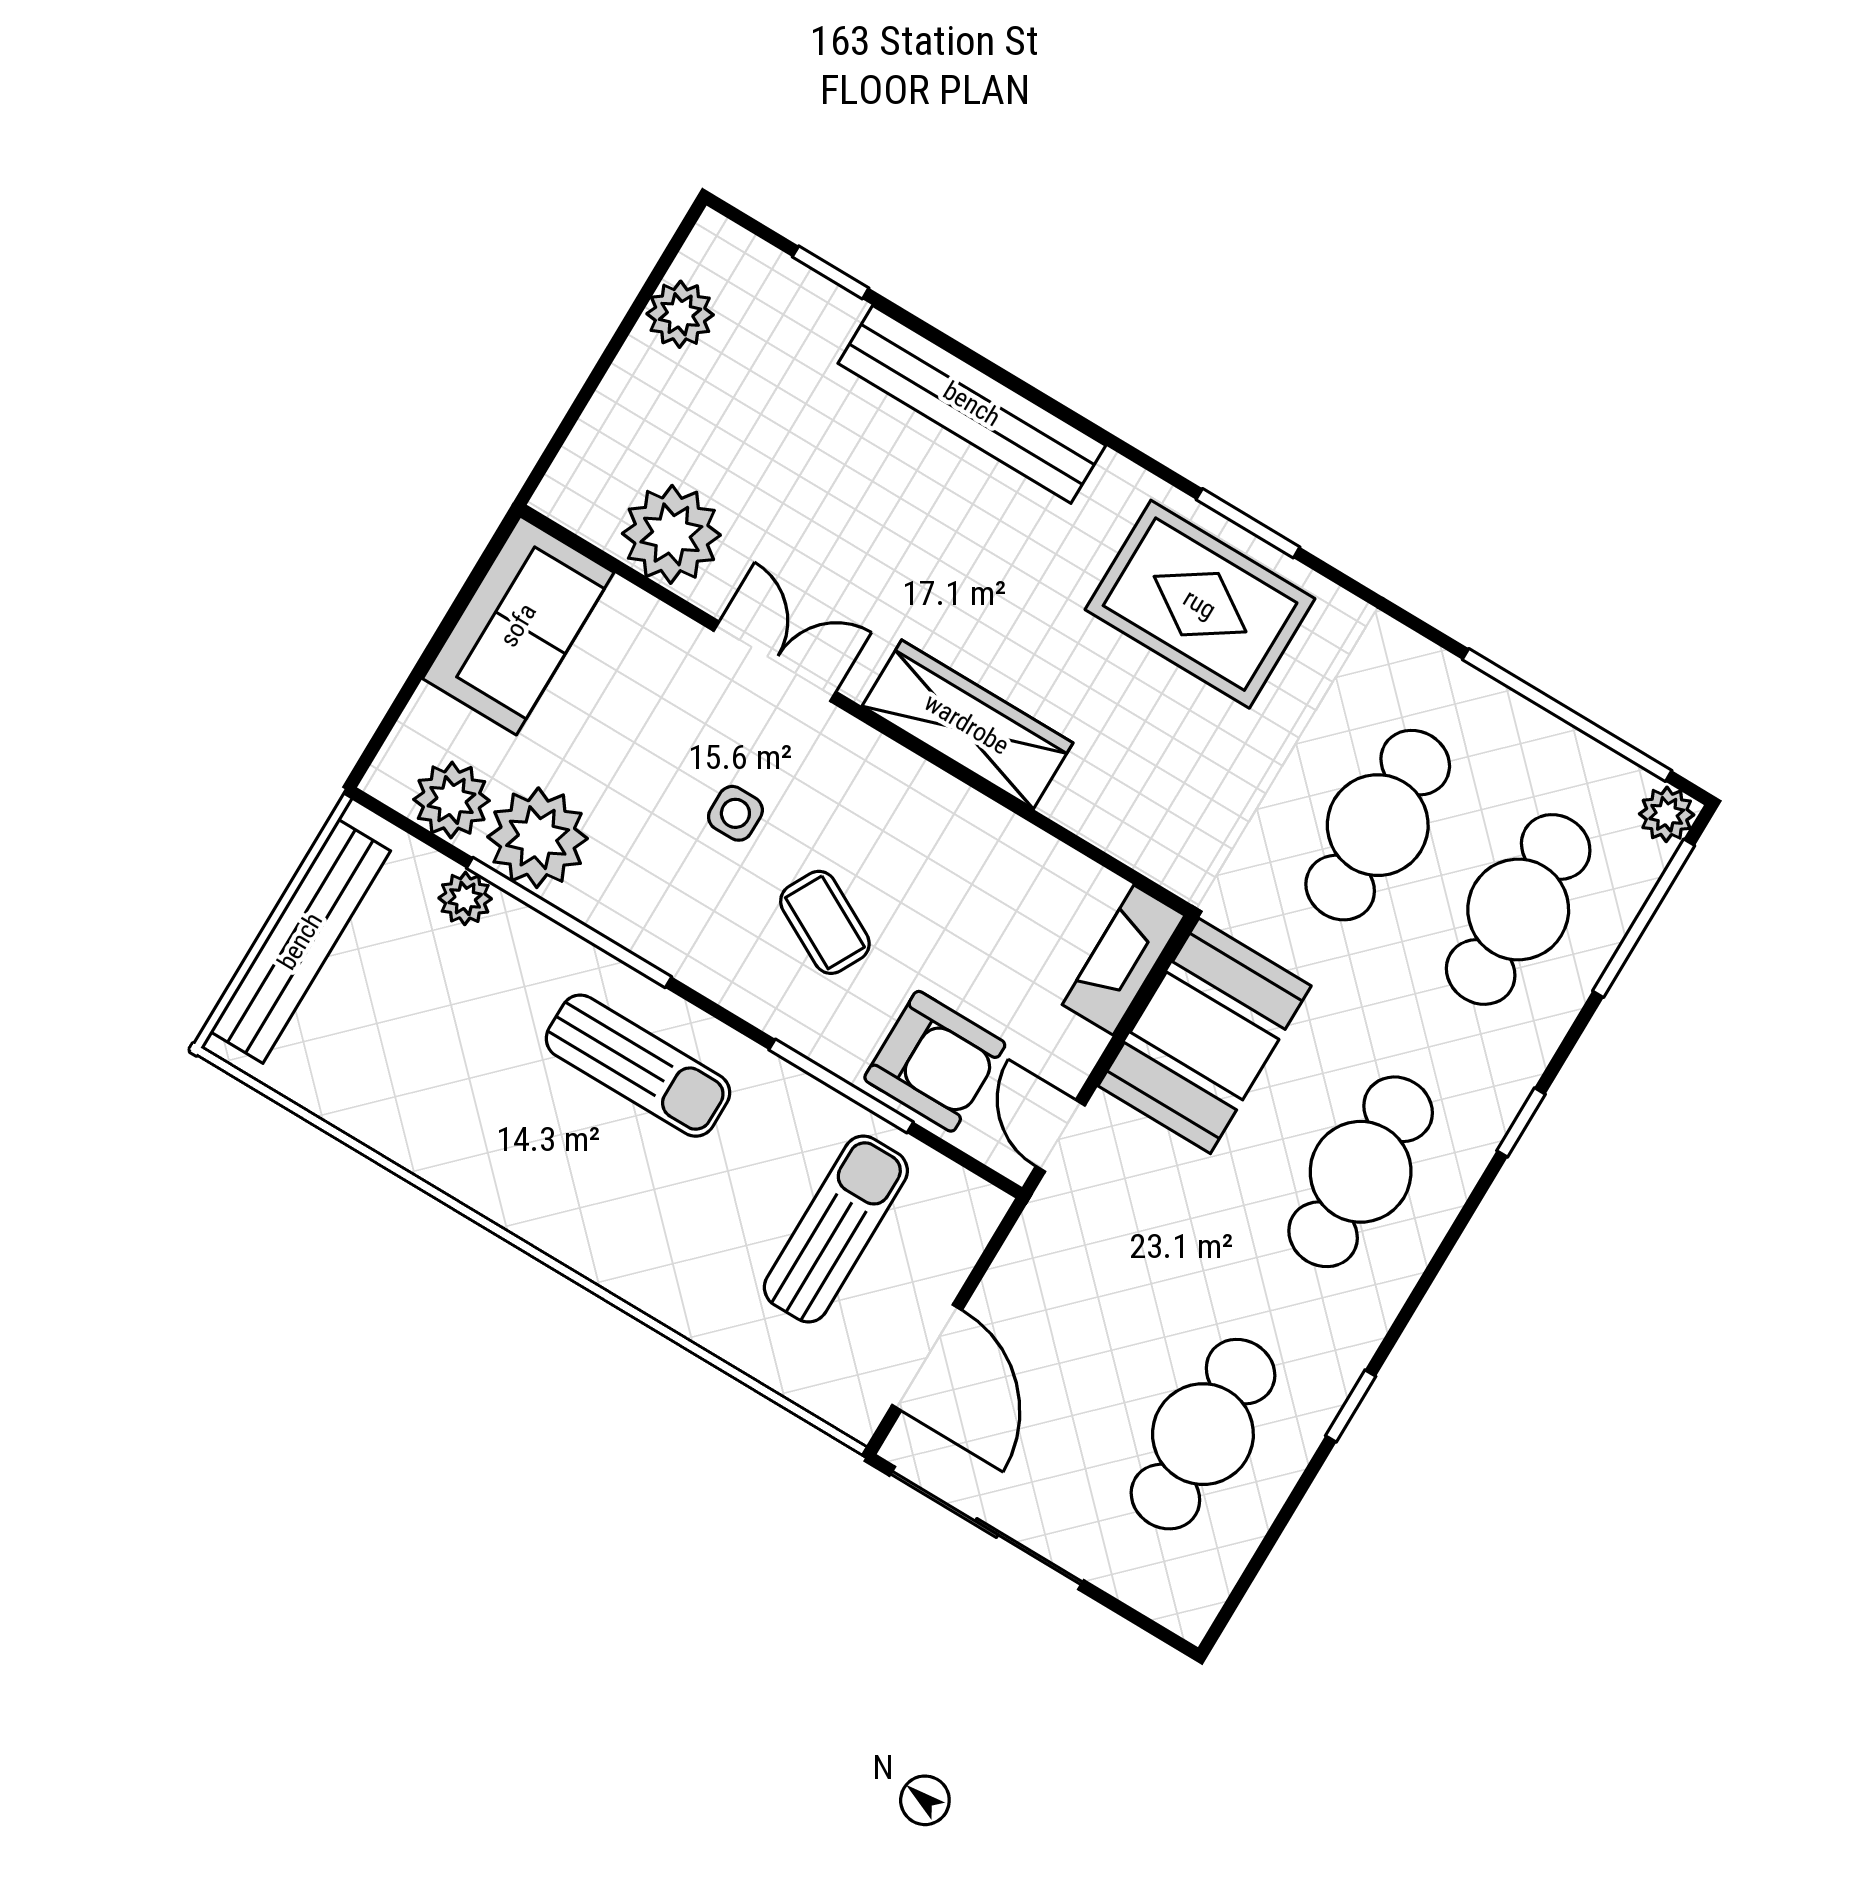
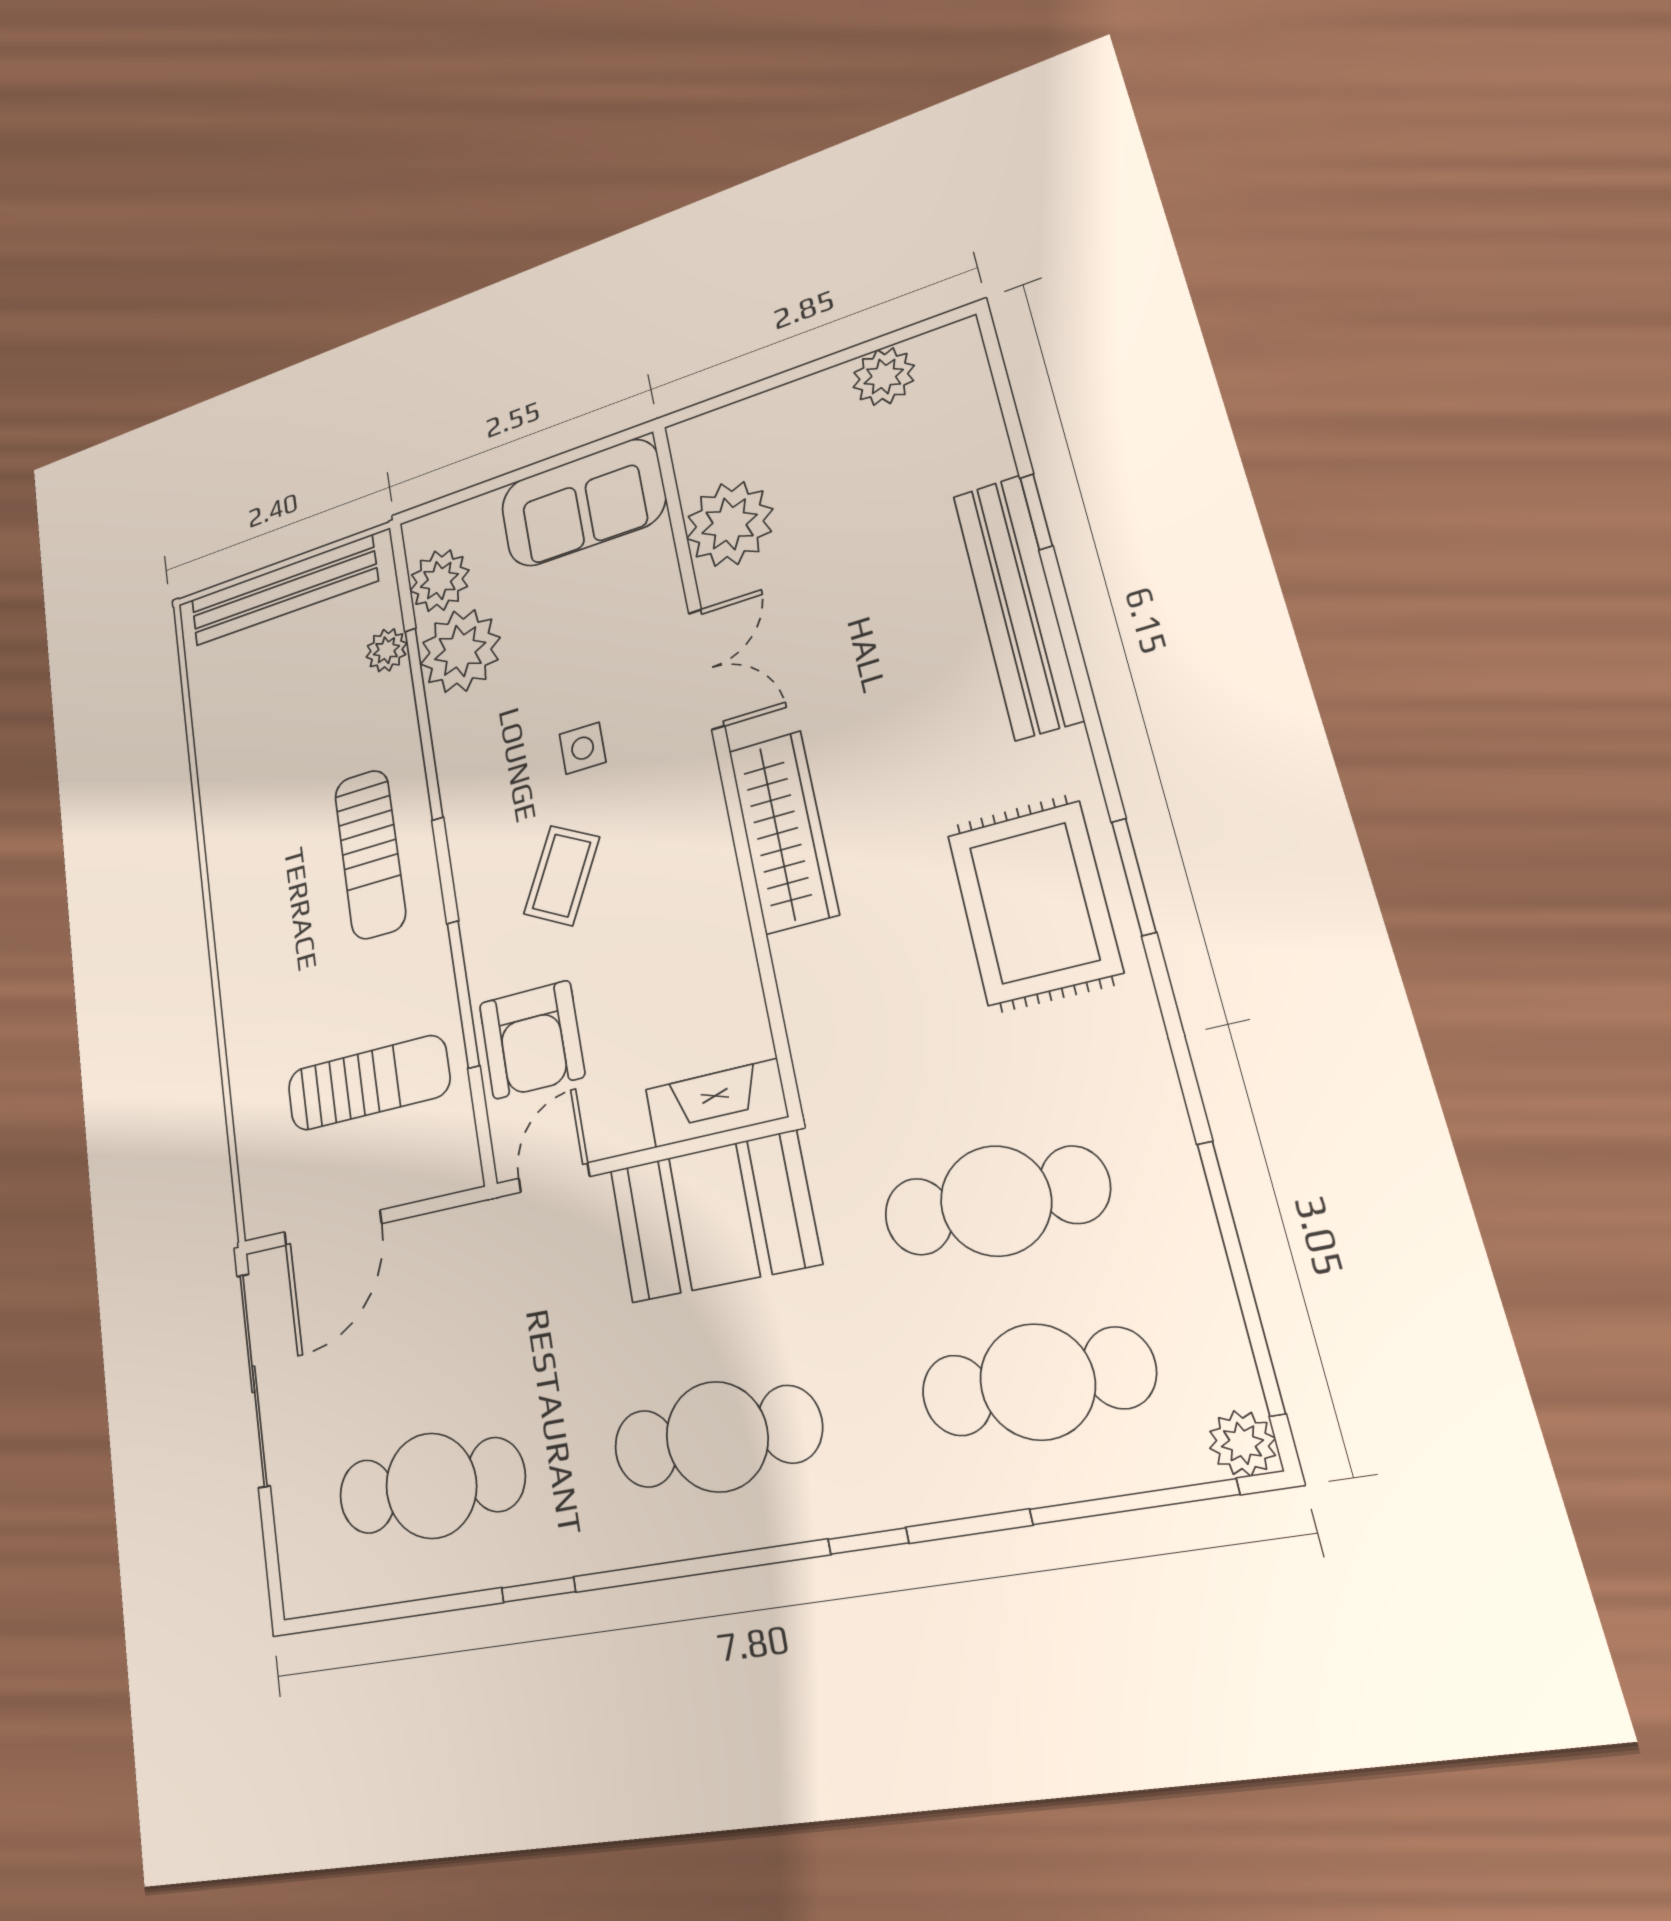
window: (831, 272) -> (1036, 512), moved

